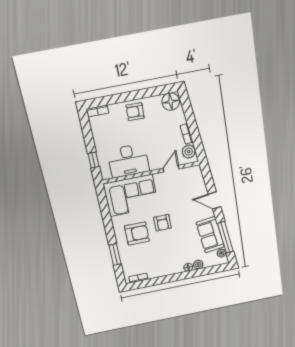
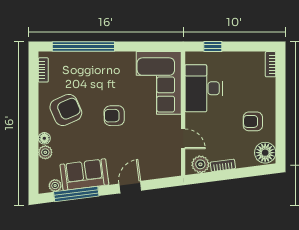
armchair: (135, 112) -> (253, 121), moved, turned -92
armchair: (137, 233) -> (66, 110), moved, turned -114
window: (115, 255) -> (83, 47), width x2.11

